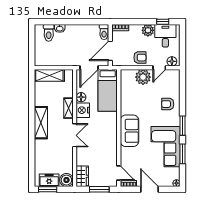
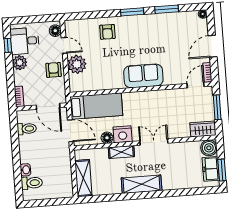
toilet: (104, 32) -> (27, 129), moved
corner sofa: (166, 147) -> (159, 31), removed

